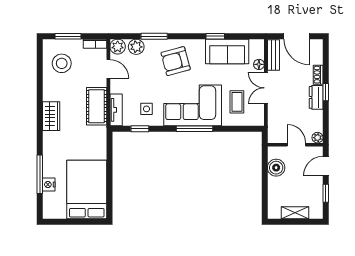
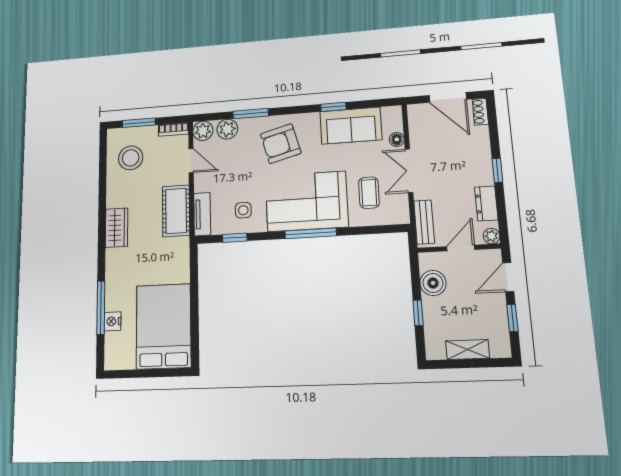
bench: (273, 55) -> (424, 222), moved
shoe rack: (318, 75) -> (480, 112), moved
dresser: (316, 97) -> (486, 204), moved
door: (296, 145) -> (461, 248), hinge flipped
window: (265, 187) -> (418, 313), added

